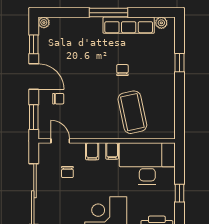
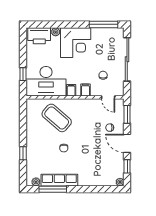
window: (109, 13) -> (53, 189), moved
coffee table: (132, 112) -> (57, 118), turned -37
window: (180, 193) -> (23, 74), moved

